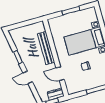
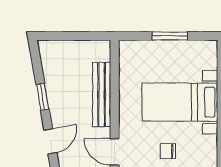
door: (28, 77) -> (50, 141), swing flipped

